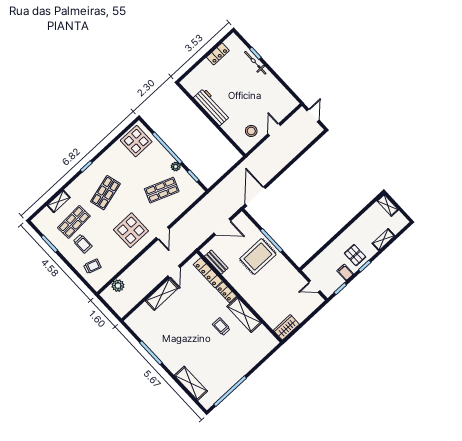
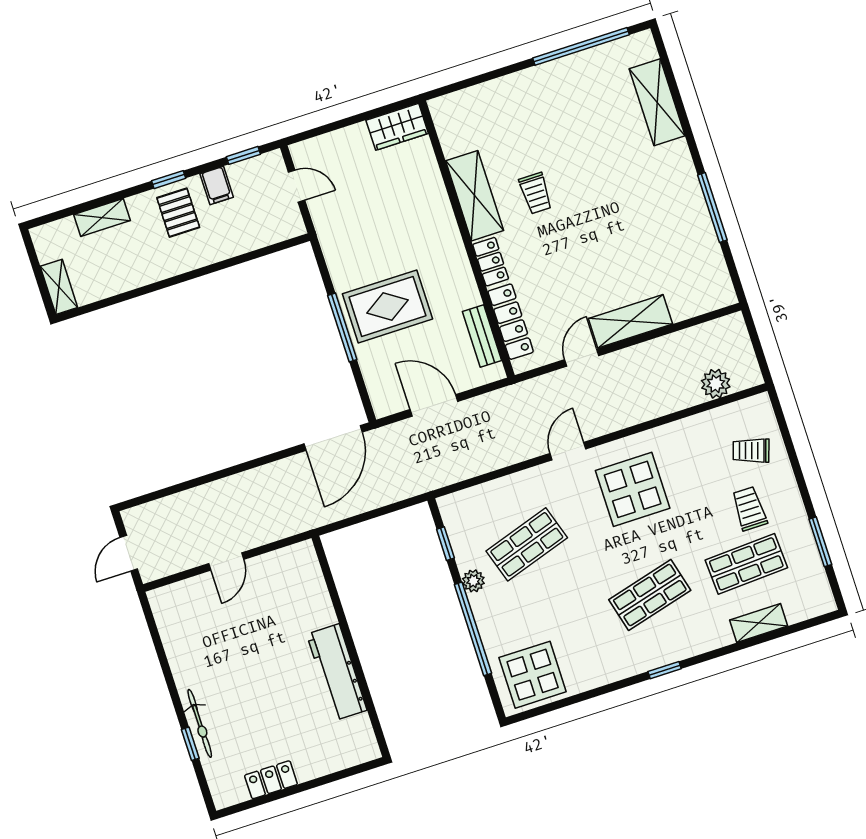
stool: (251, 131) -> (276, 582), removed
shop shelf: (162, 190) -> (527, 544), turned -39

